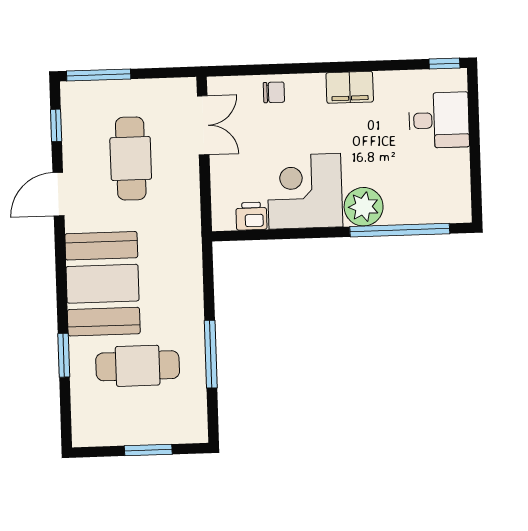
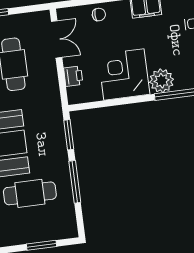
printer: (251, 216) -> (73, 76), moved, turned 90
window: (208, 279) -> (69, 135), added

